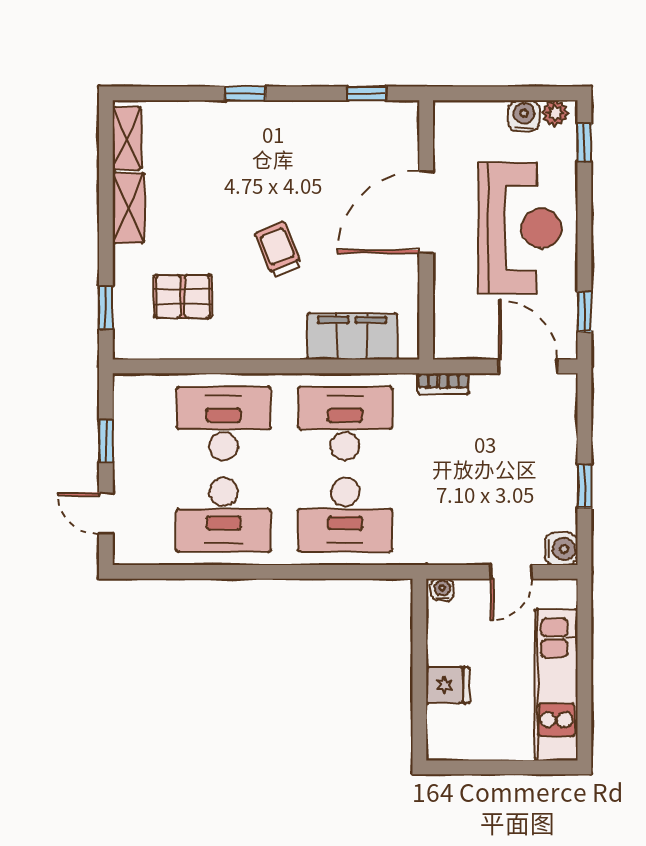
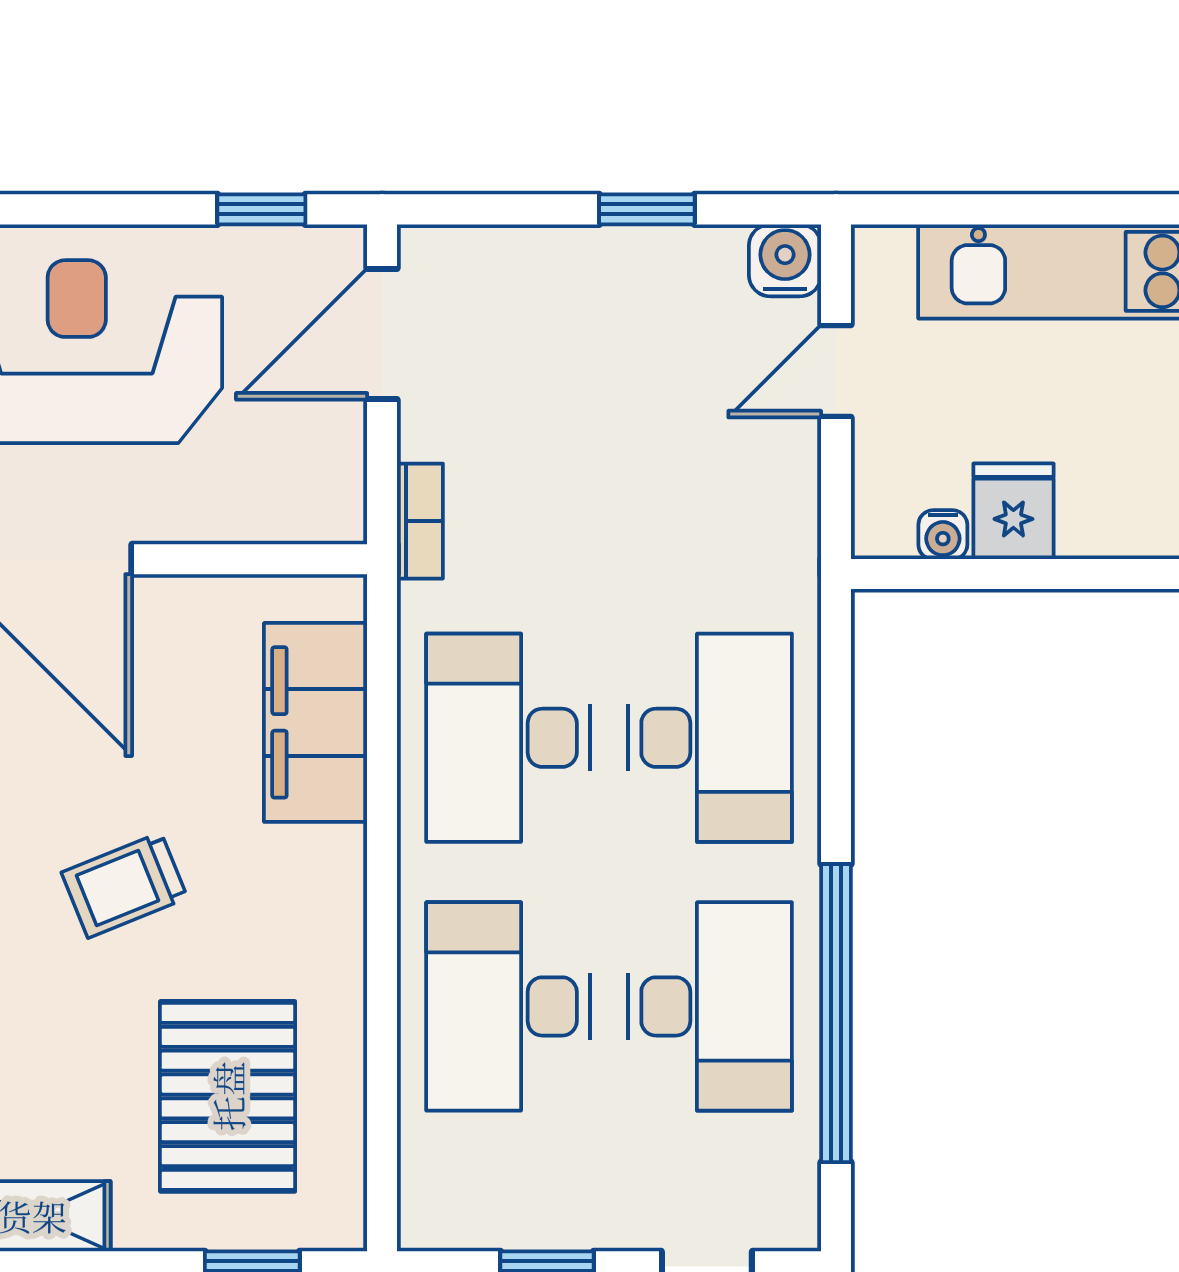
pallet: (183, 296) -> (228, 1096), width x1.50, depth x1.42
window: (220, 572) -> (836, 1013), added
door: (511, 572) -> (836, 371), swing flipped
water cooler: (442, 590) -> (943, 535), moved, turned -90
fridge: (448, 685) -> (1013, 511), moved

